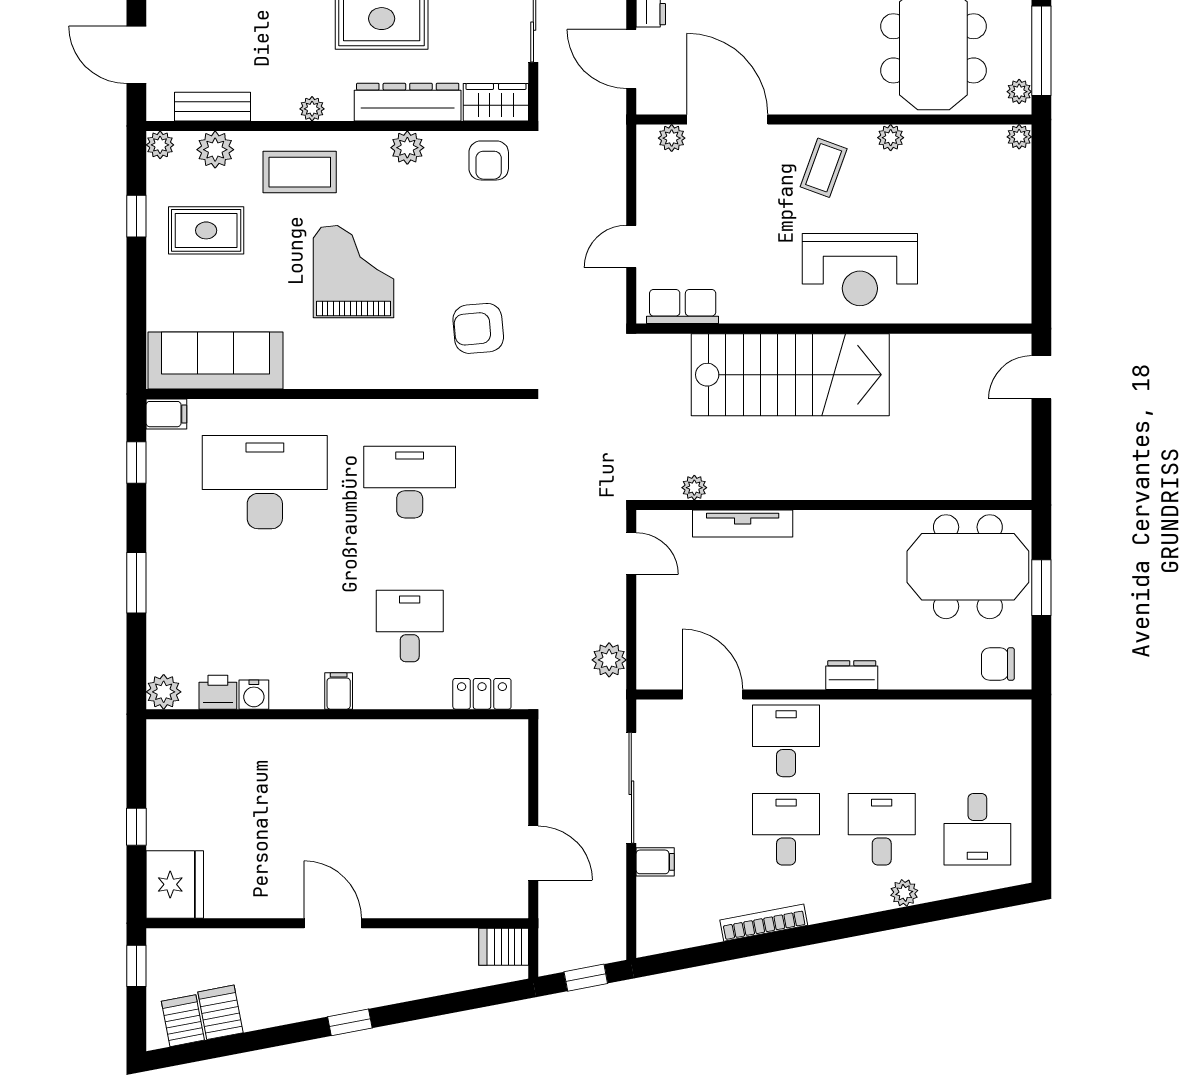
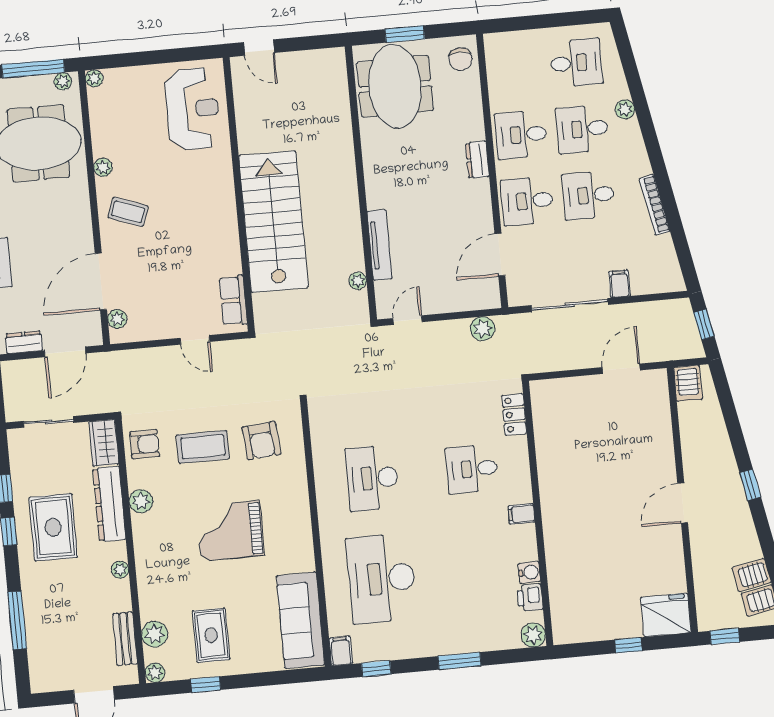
coffee table: (300, 172) -> (203, 447), moved, turned 90
reception desk: (860, 270) -> (192, 109), moved
desk: (882, 741) -> (521, 135), added

